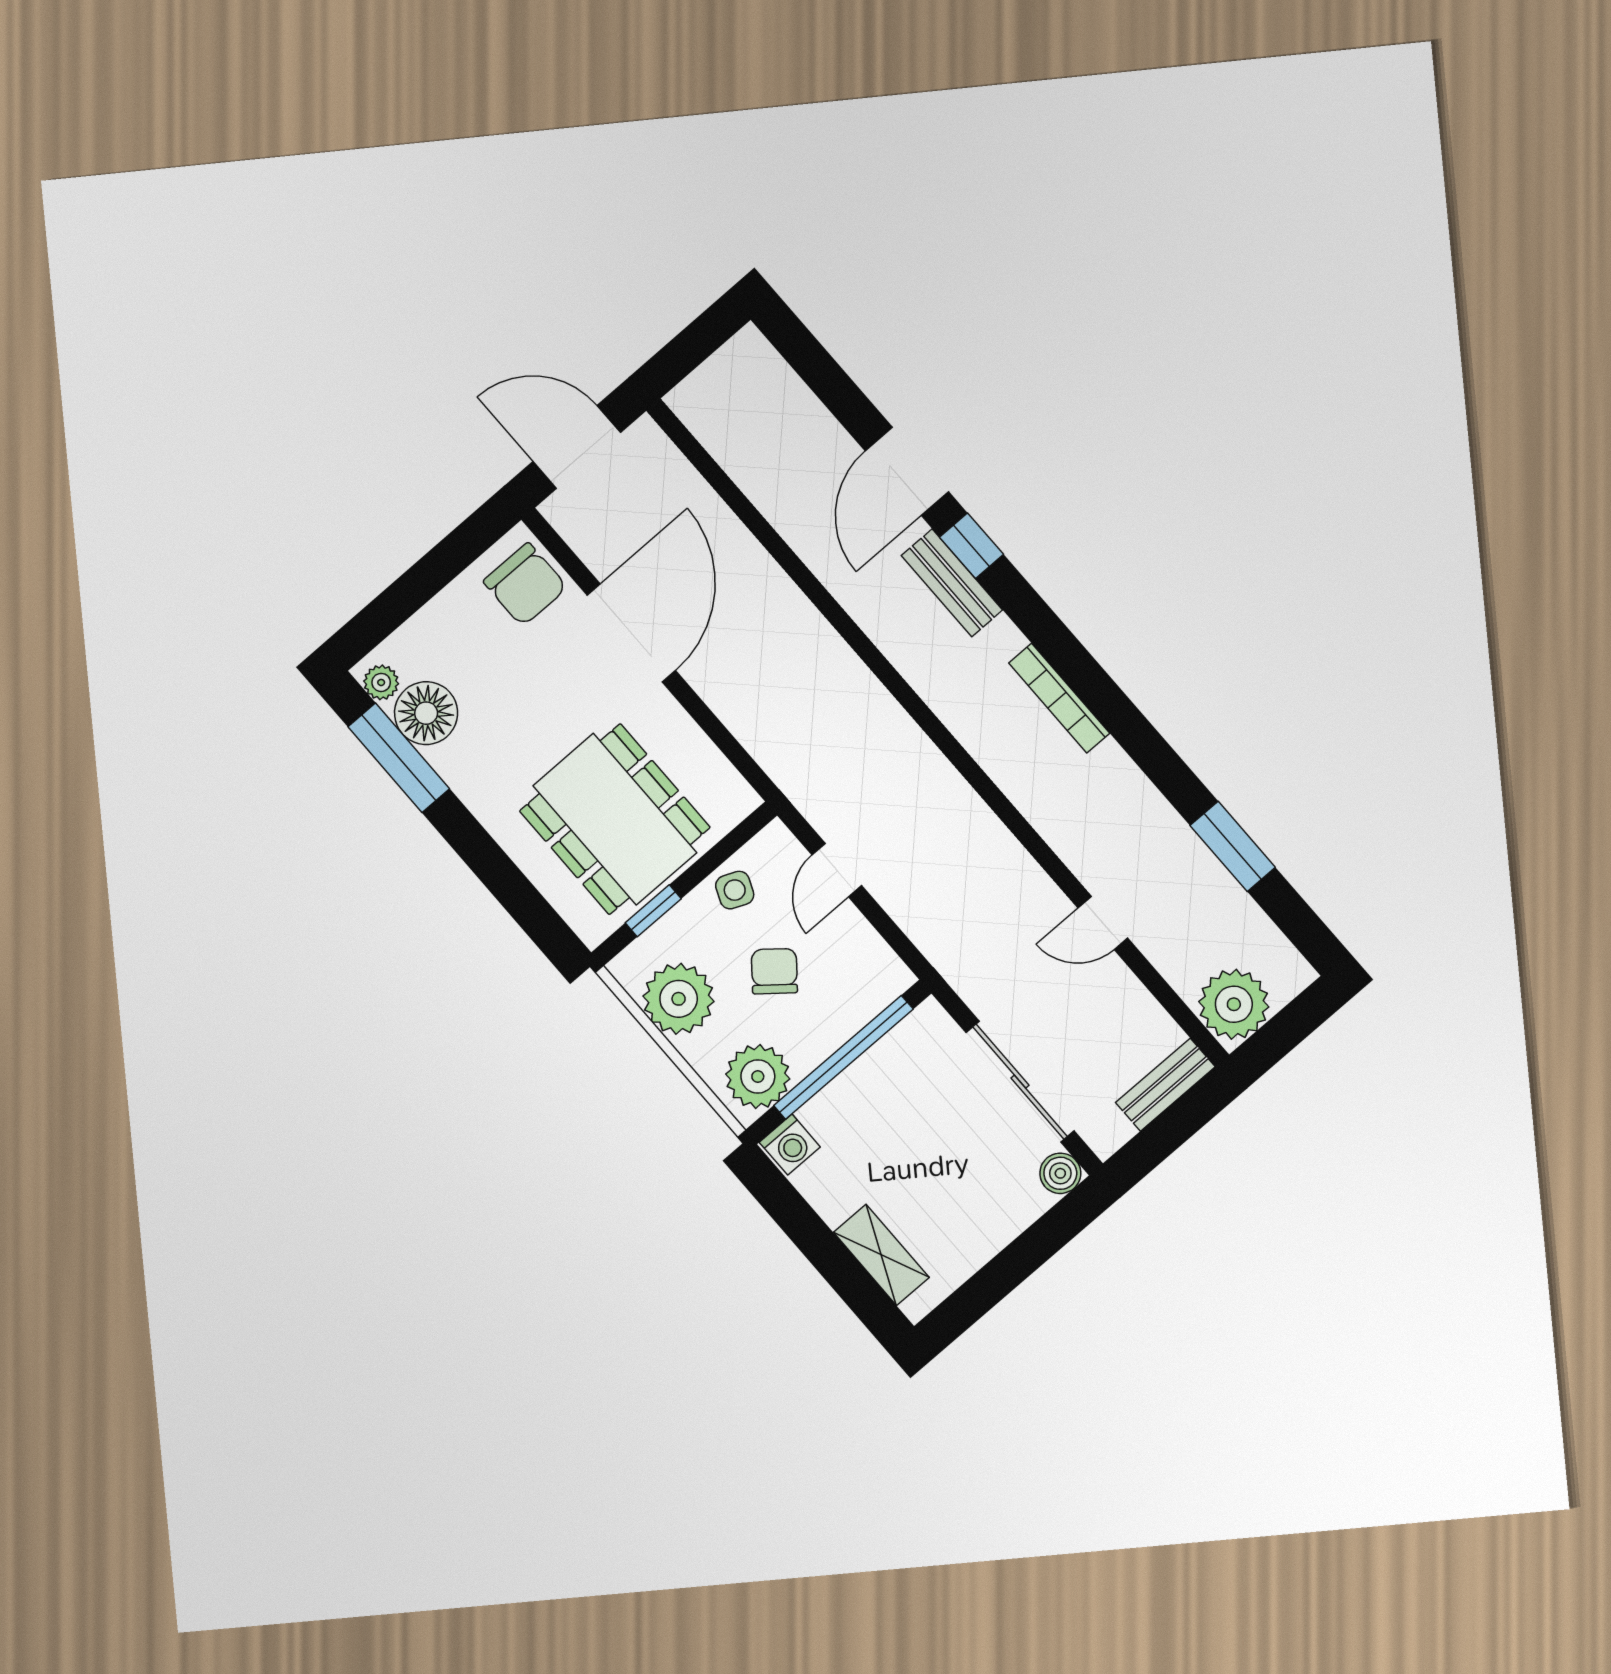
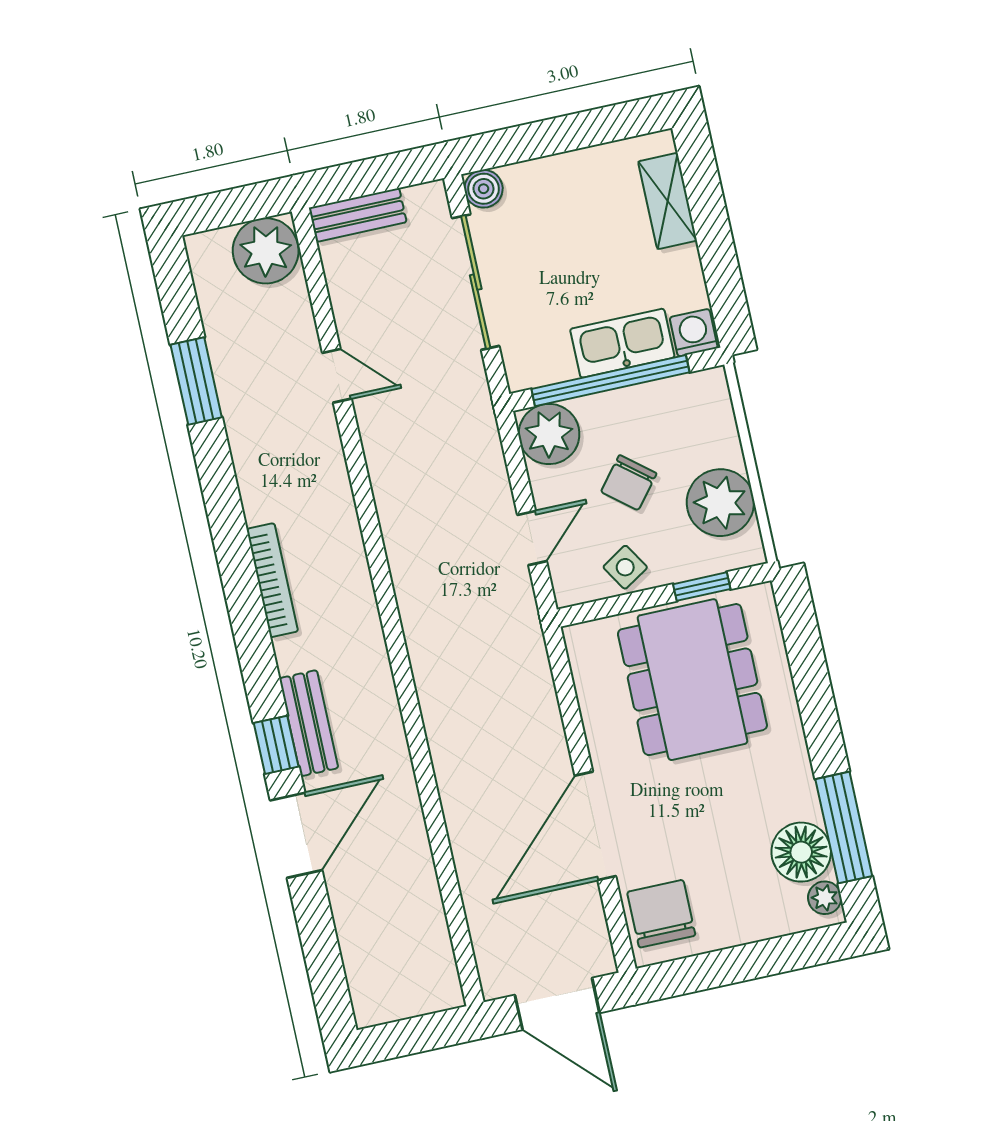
side table: (735, 890) -> (625, 567), turned 35
plant: (758, 1076) -> (549, 434), moved
kitchen sink: (851, 1099) -> (622, 343), added

